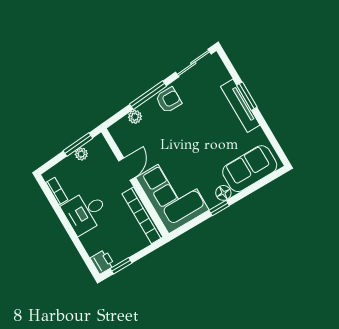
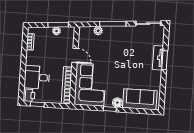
armchair: (169, 100) -> (122, 34), removed
tv unit: (240, 106) -> (158, 58), width x0.71
door: (127, 169) -> (75, 55), hinge flipped
desk: (85, 212) -> (37, 77), moved

